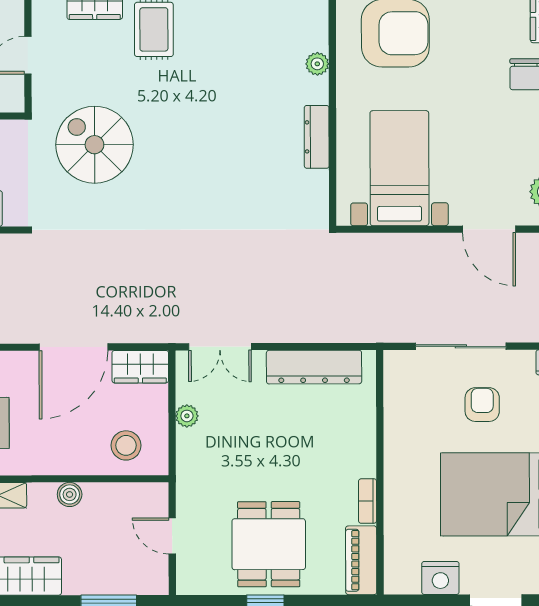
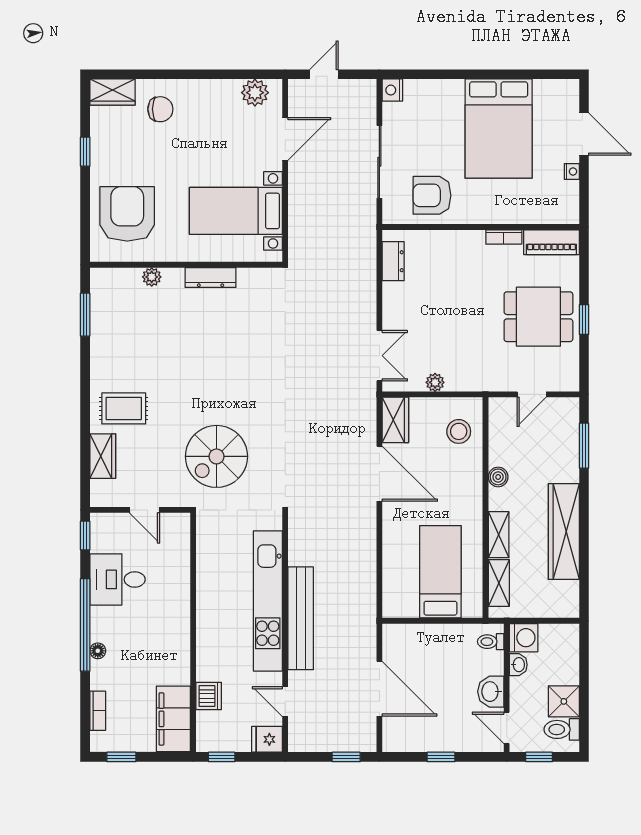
dresser: (314, 367) -> (393, 261), width x0.51, depth x0.80
armchair: (482, 405) -> (432, 195), moved, width x1.38, depth x1.38
nightstand: (440, 578) -> (572, 171), width x0.53, depth x0.56

